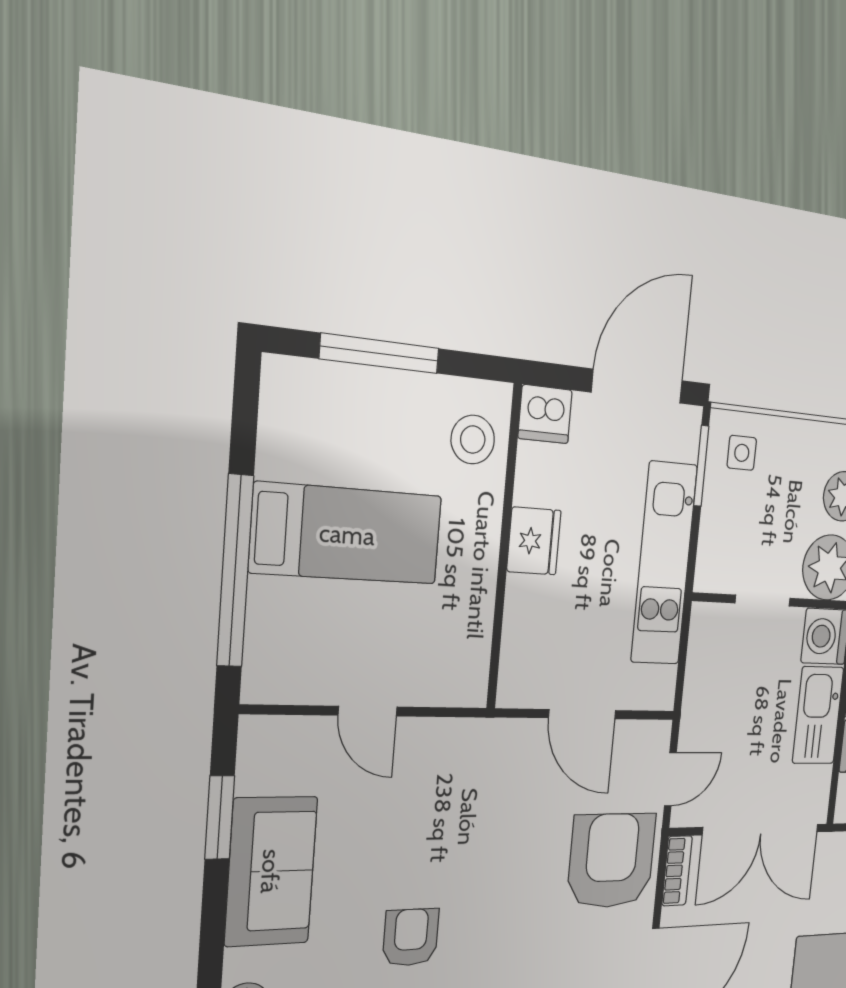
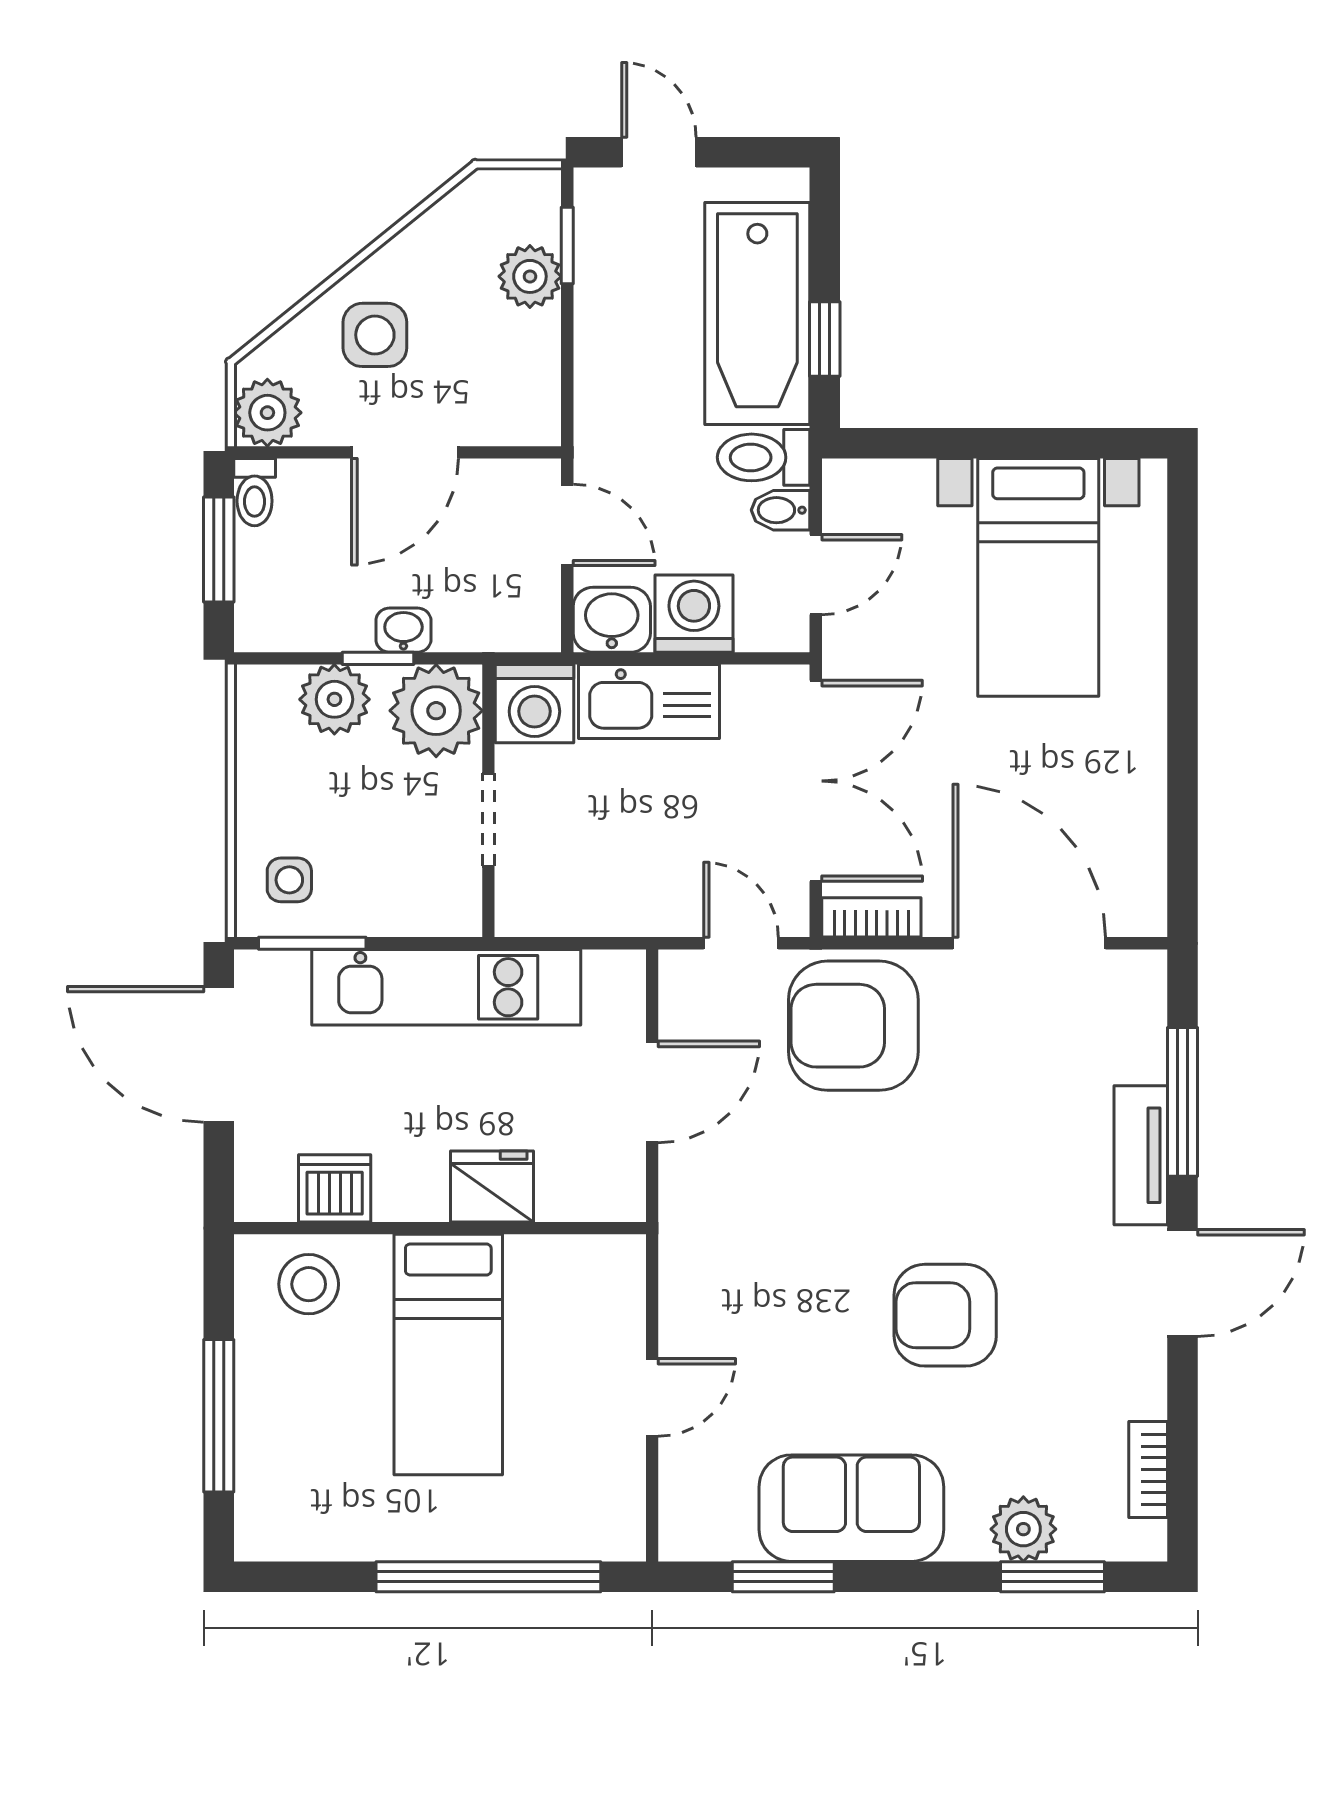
dishwasher: (545, 414) -> (335, 1188), moved, turned -90
bed: (347, 534) -> (448, 1355), moved, turned 180
fridge: (534, 541) -> (492, 1186), moved
armchair: (411, 937) -> (945, 1315), width x1.38, depth x1.38

